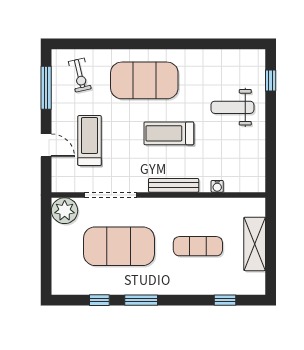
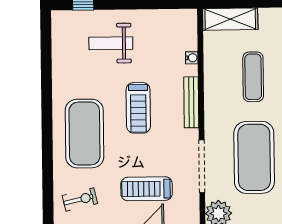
weight bench: (232, 107) -> (111, 43), turned 90
shelving: (255, 244) -> (230, 19), moved

